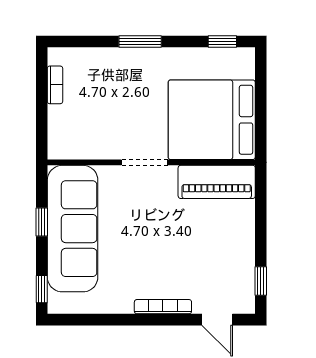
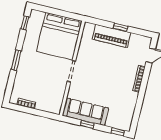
piano: (217, 182) -> (112, 36), moved, turned 90
sofa: (73, 229) -> (85, 112), width x0.74, depth x0.79
window: (261, 281) -> (121, 27), moved

